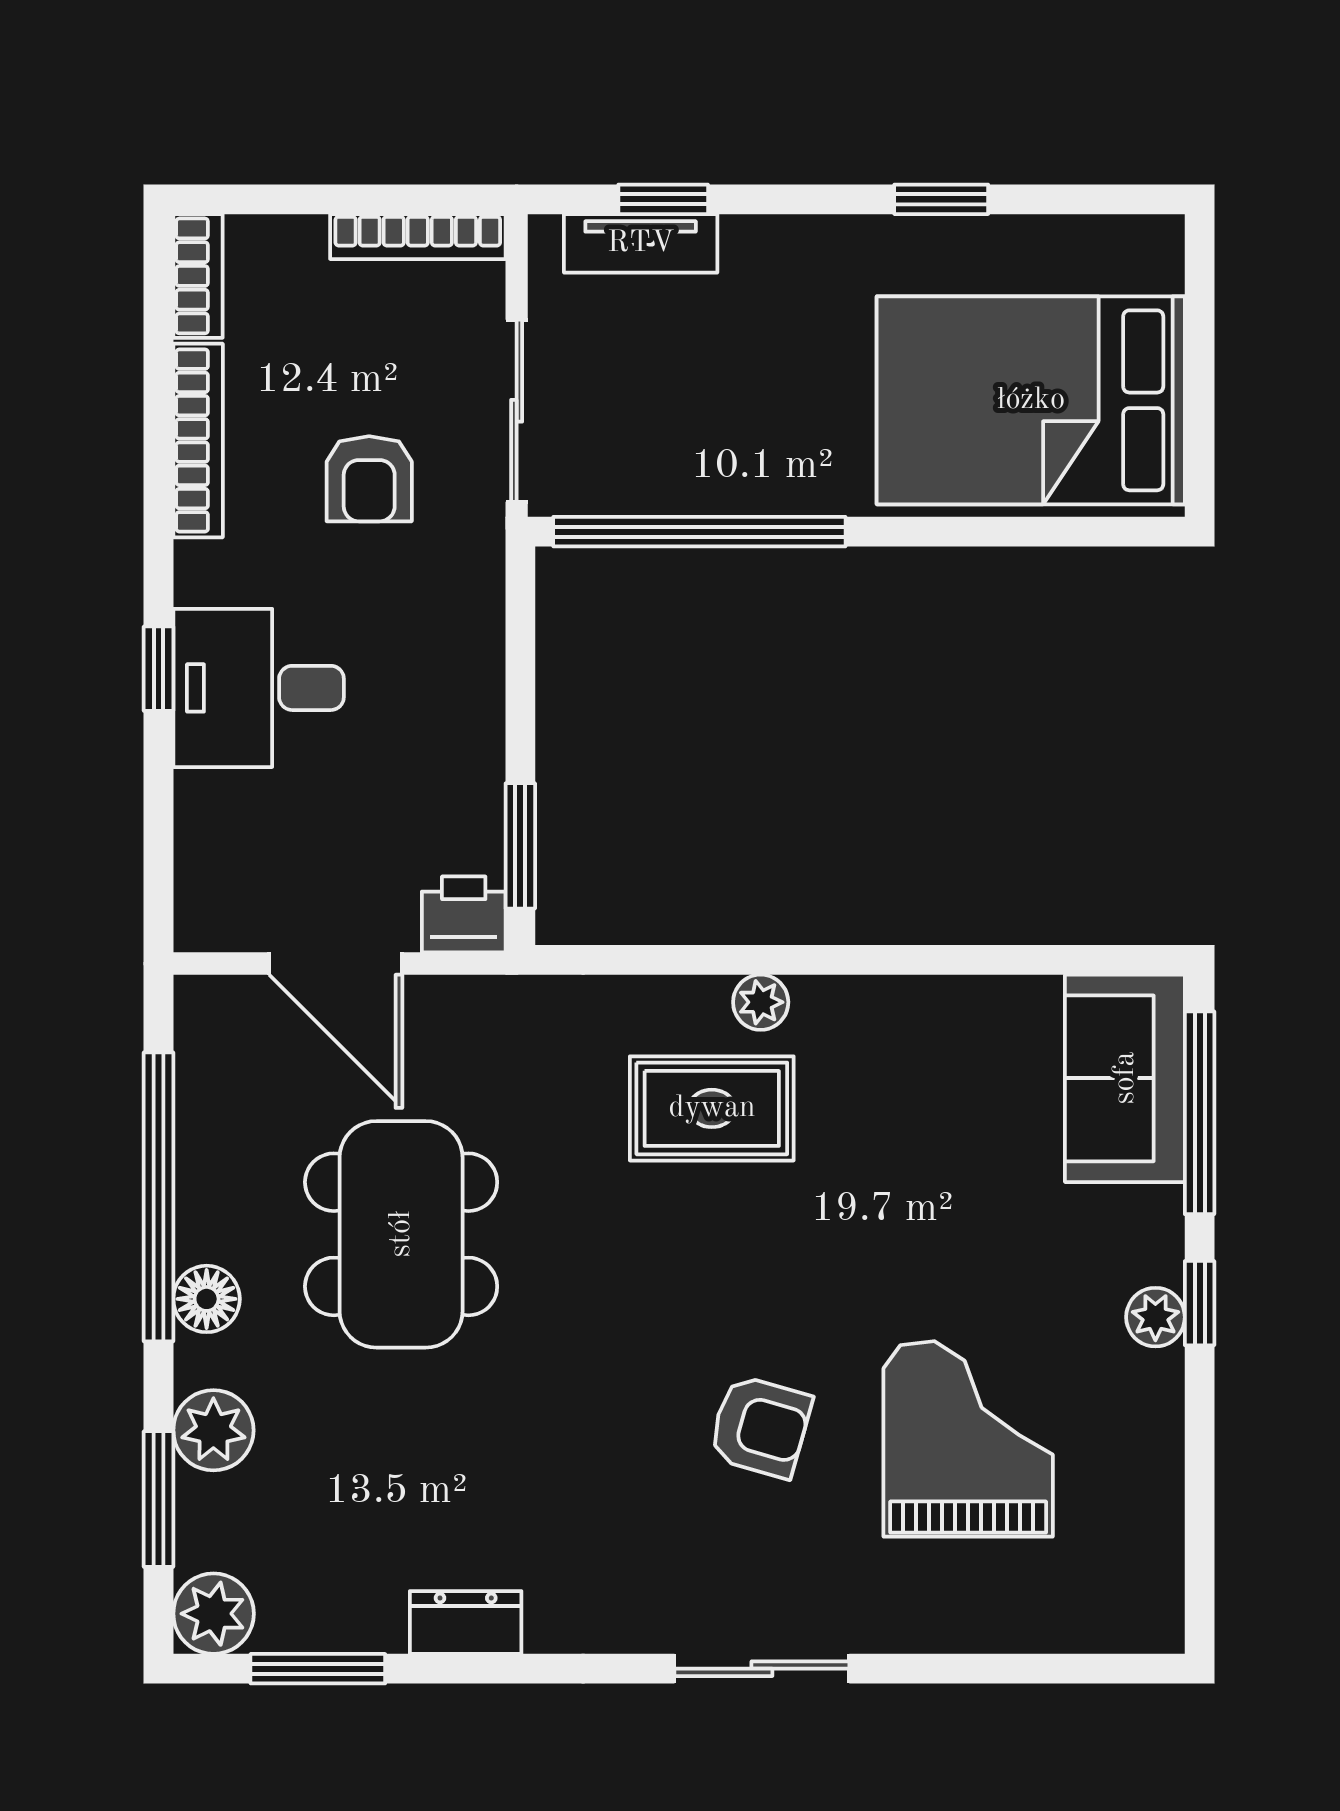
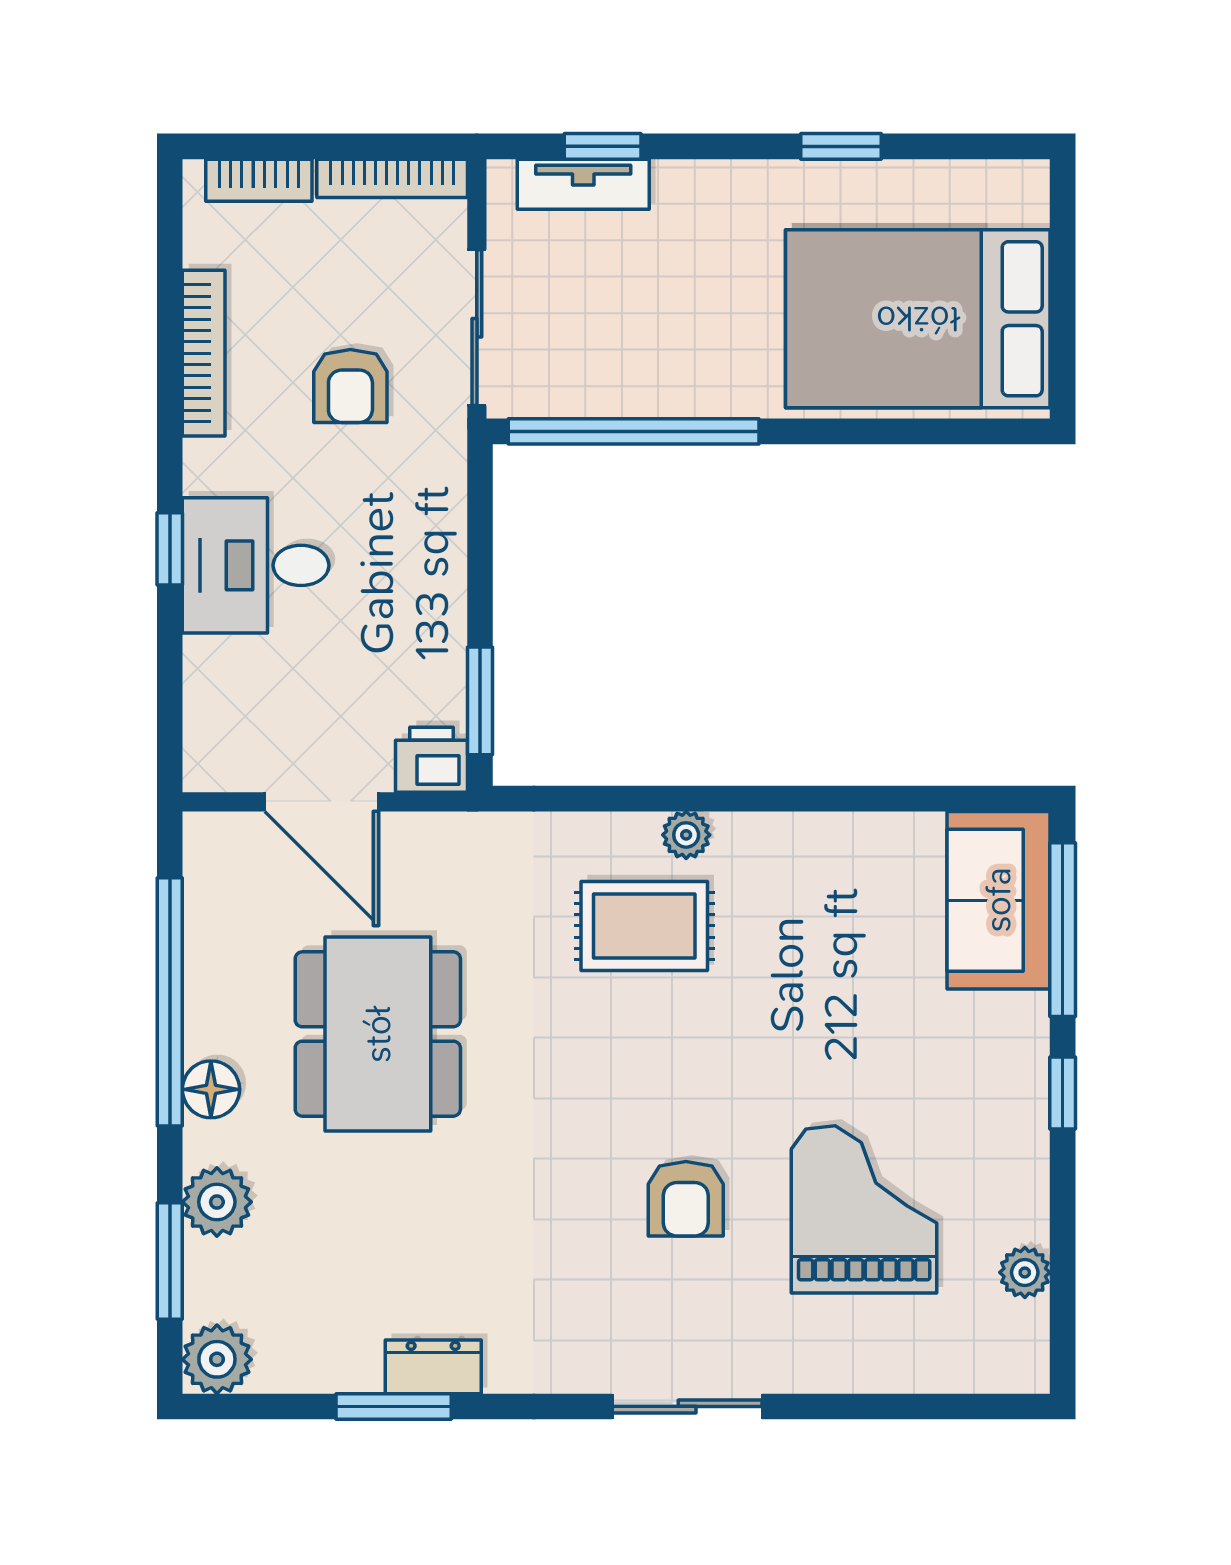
bookcase: (198, 276) -> (259, 180), moved, turned 90
plant: (1155, 1317) -> (1025, 1272), moved
armchair: (760, 1427) -> (686, 1199), turned 74
window: (318, 1669) -> (394, 1406), moved

